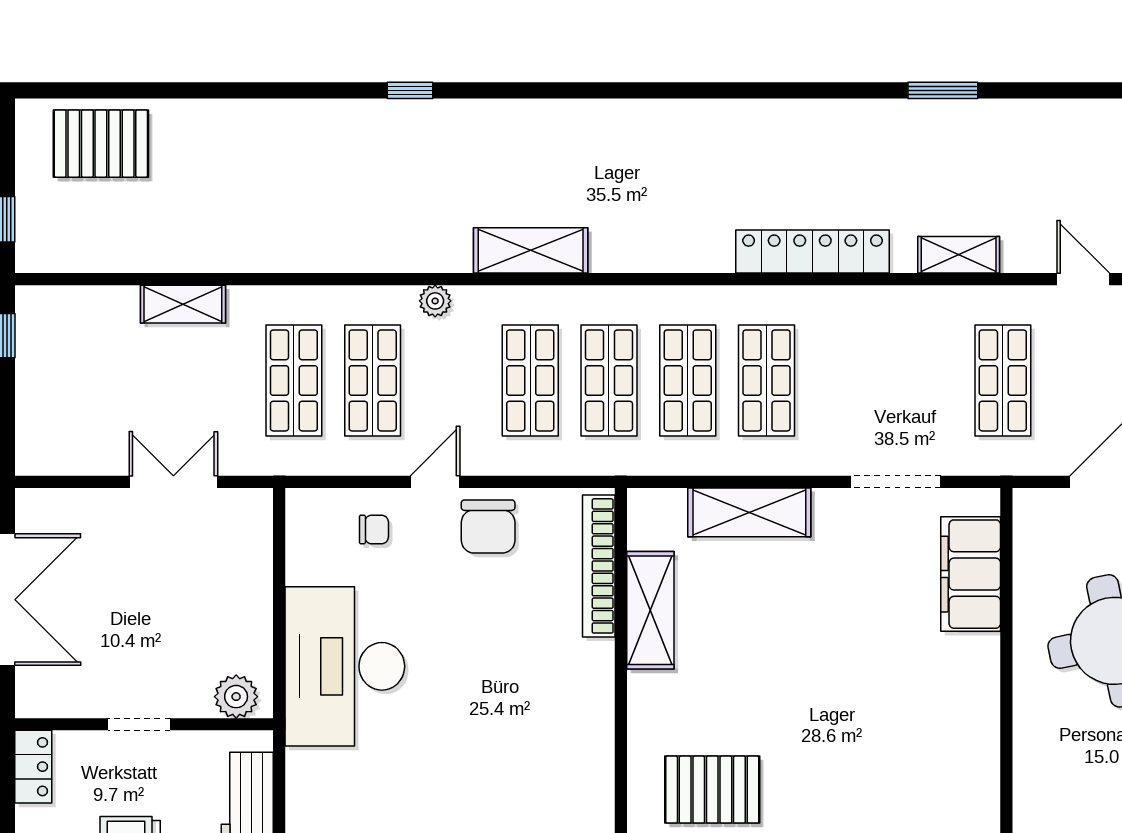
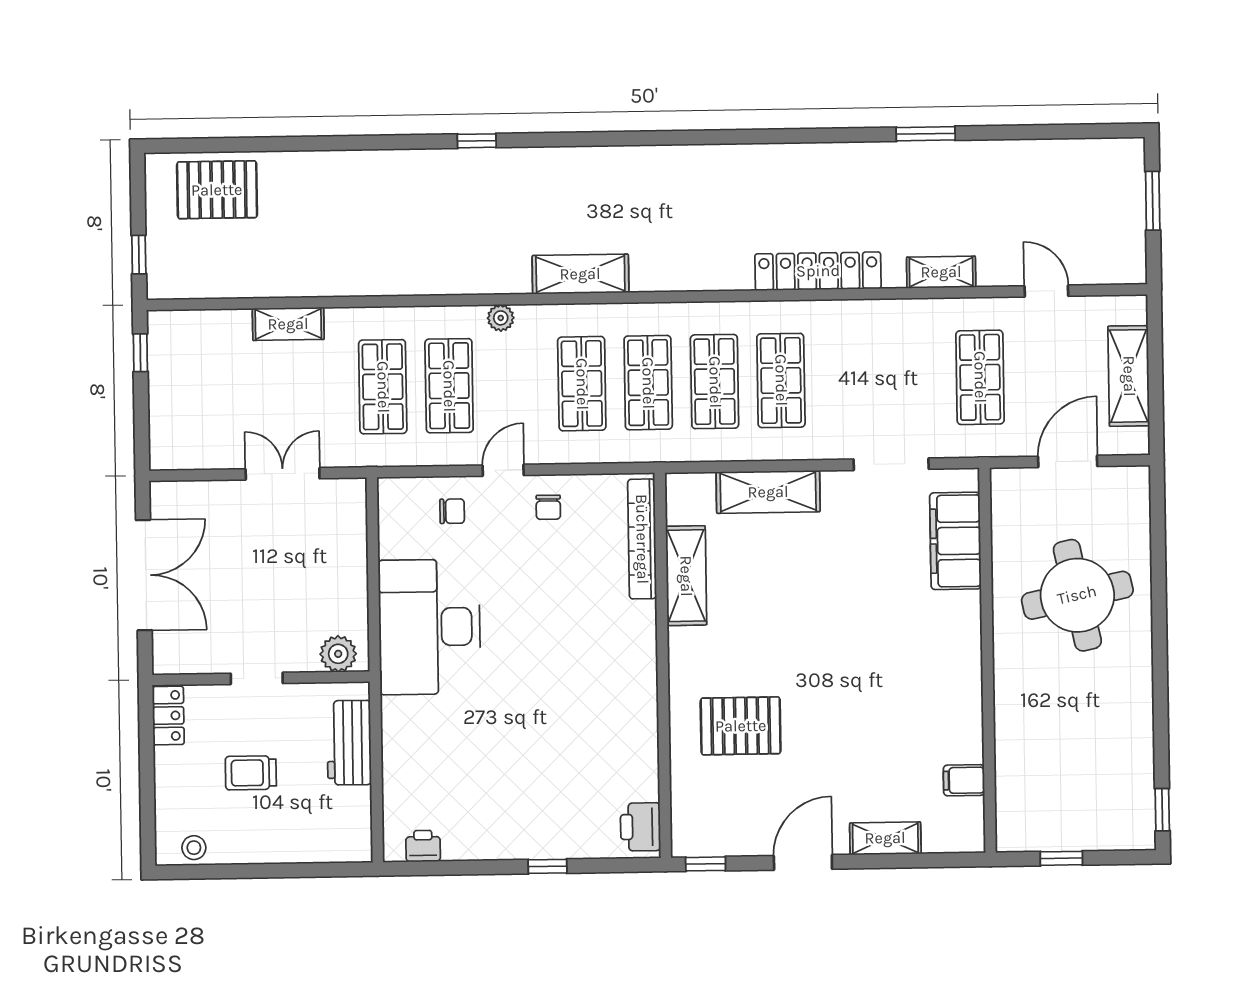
chair: (488, 527) -> (548, 507), width x0.54, depth x0.54

